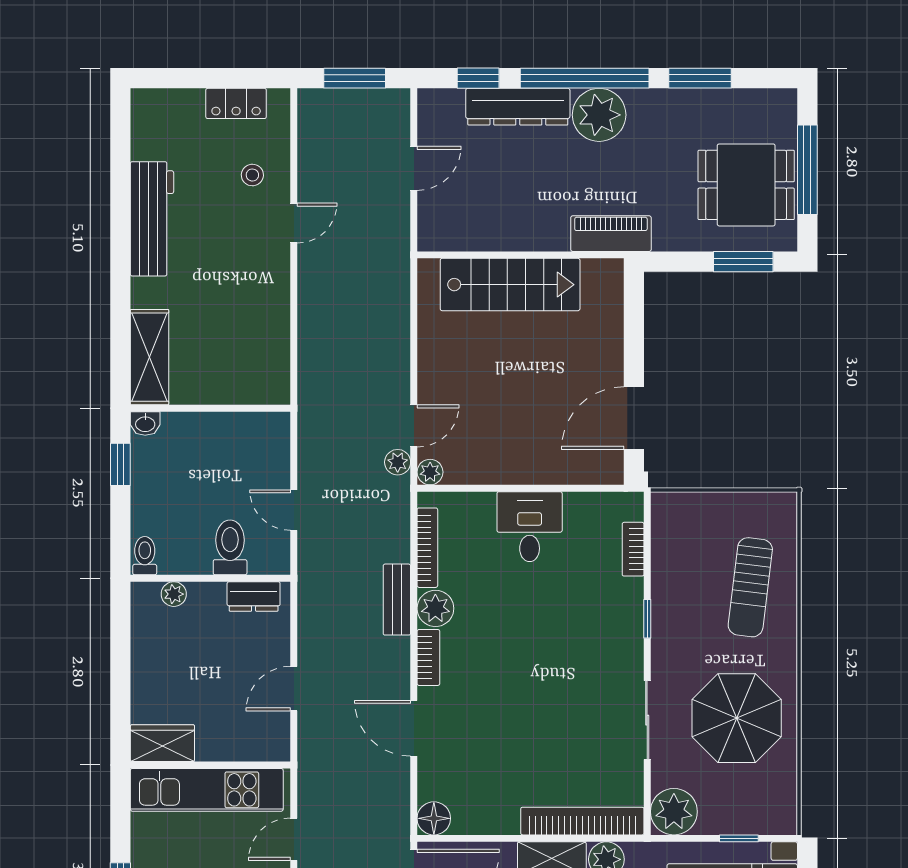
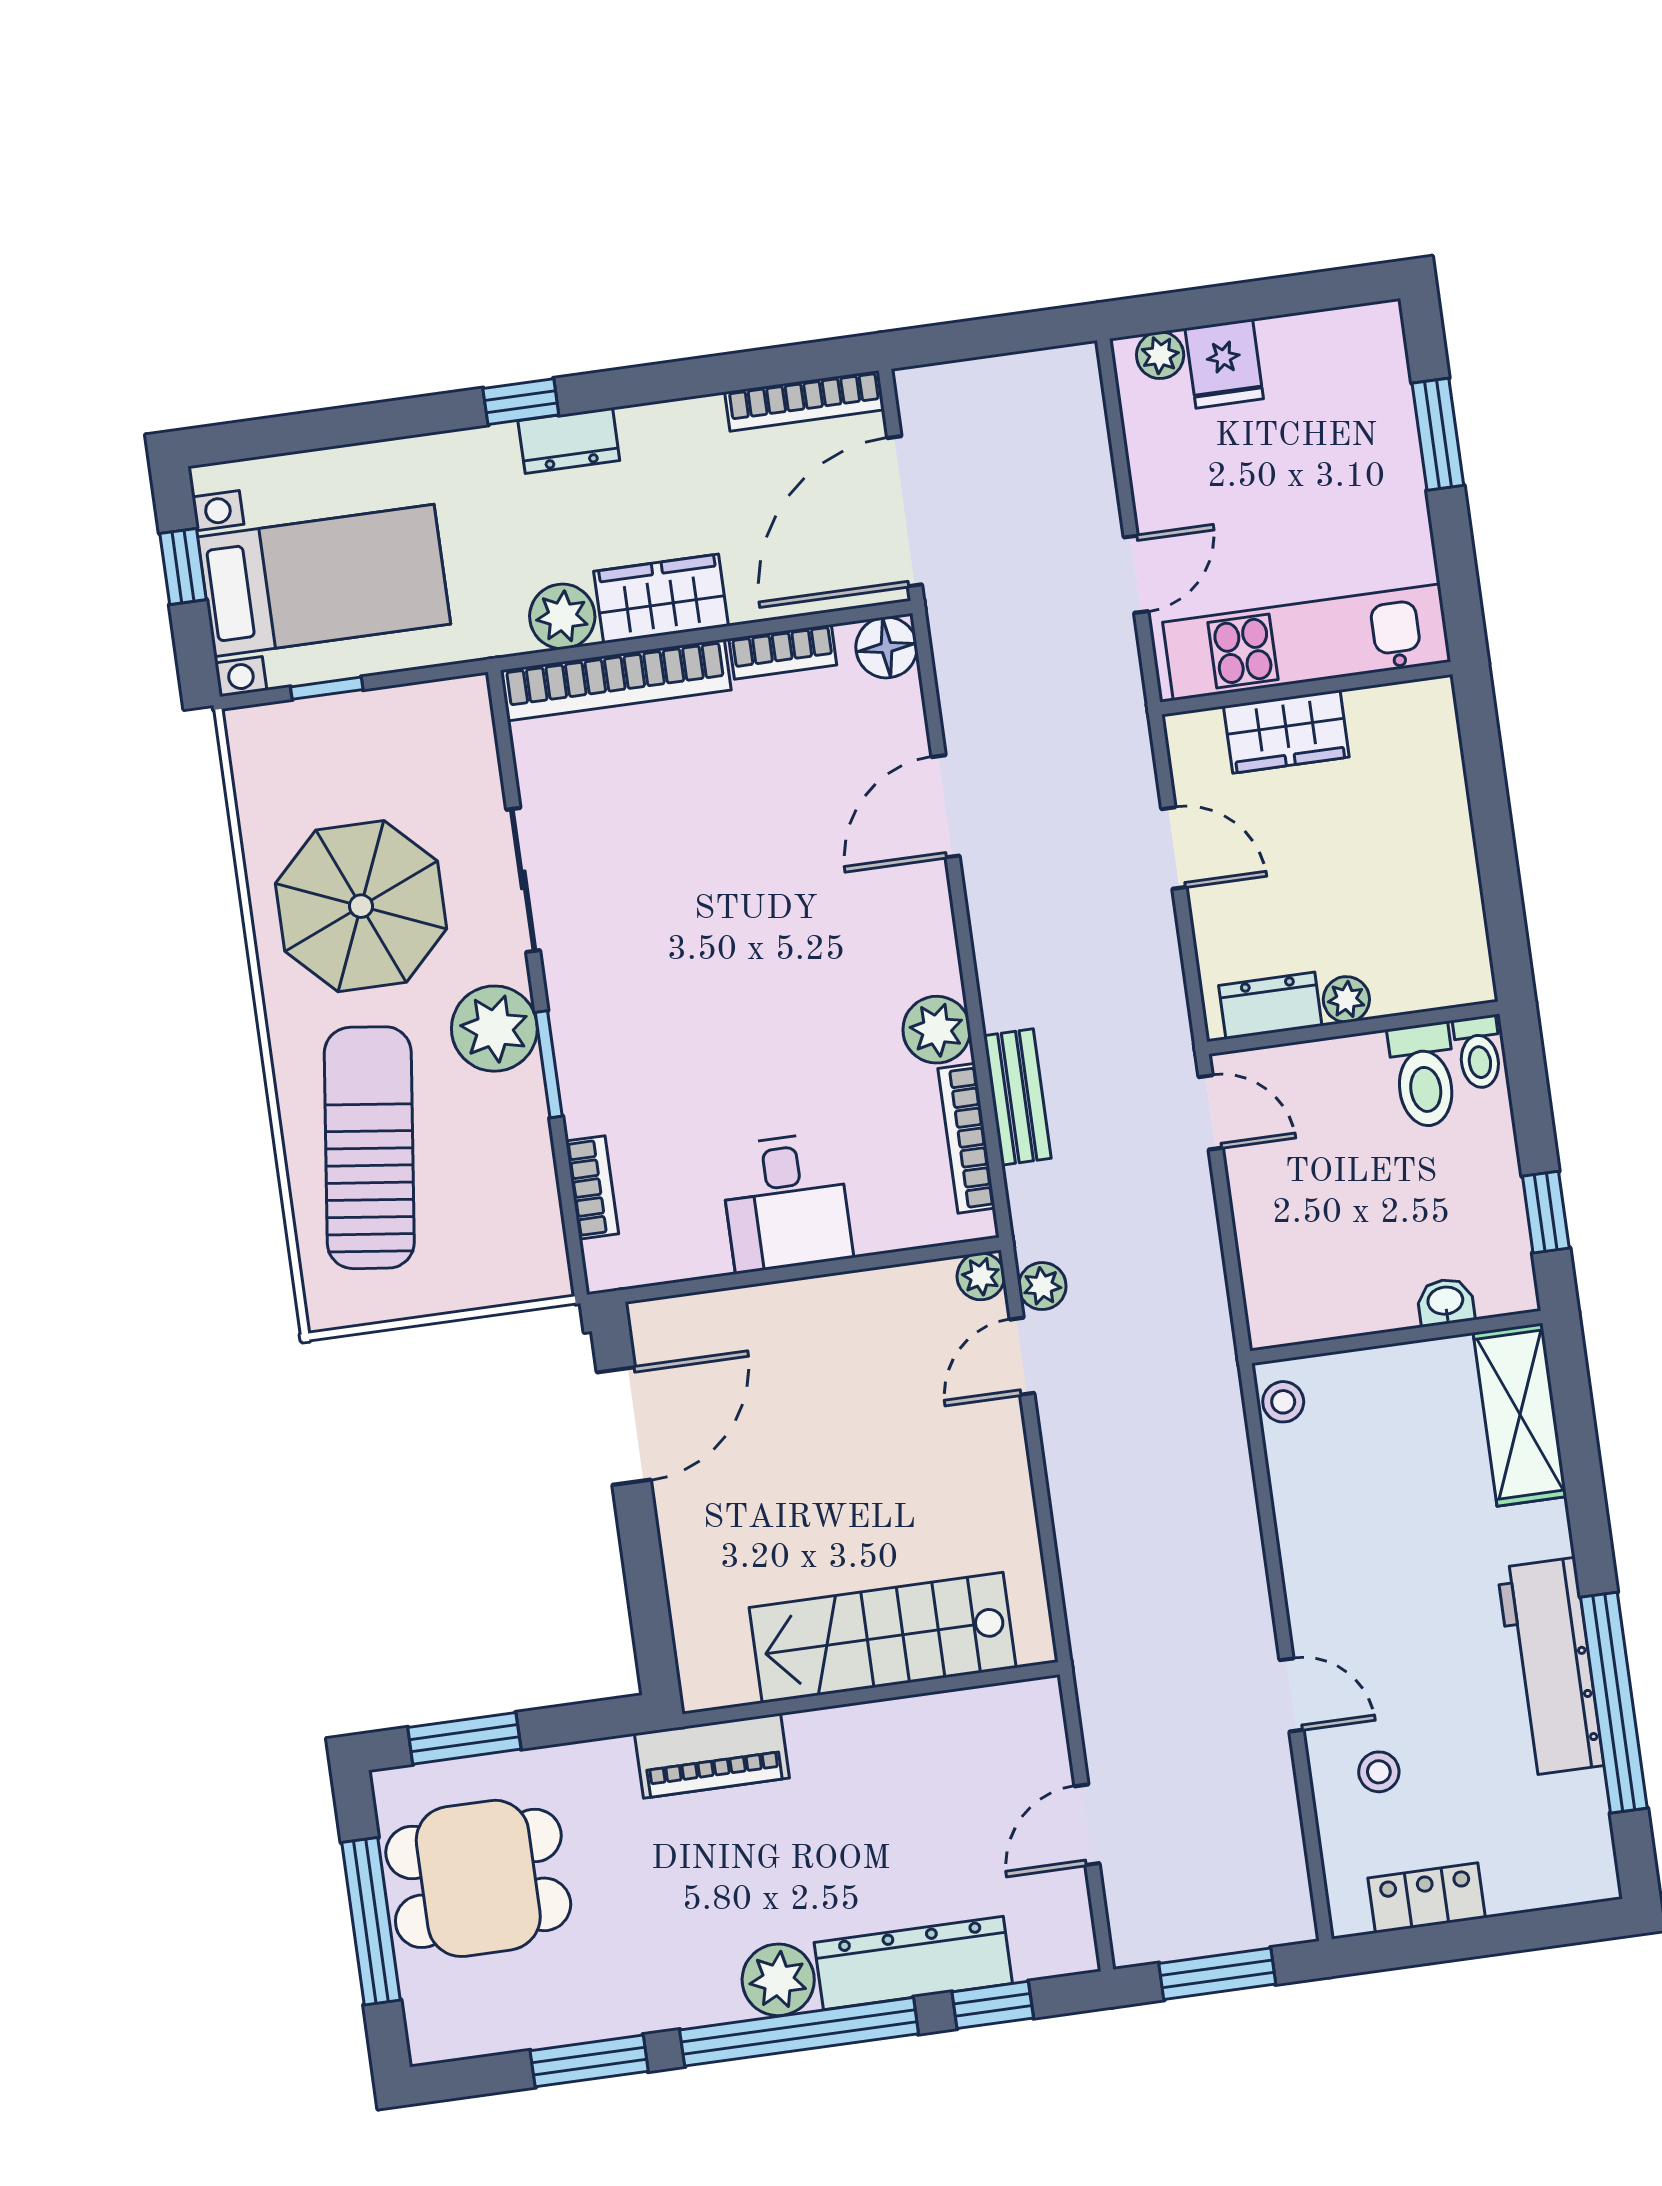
plant: (599, 115) -> (778, 1980), width x0.73, depth x0.73
window: (120, 195) -> (1614, 1703), added
door: (294, 223) -> (1291, 1695), swing flipped
stool: (276, 382) -> (1283, 1402), added
washbasin: (145, 424) -> (1445, 1302), moved
door: (294, 510) -> (1211, 1112), moved
toilet: (230, 547) -> (1424, 1075), moved
sun lounger: (750, 587) -> (369, 1148), width x1.36, depth x1.34
plant: (174, 594) -> (1346, 999), moved
bench: (397, 600) -> (1017, 1097), moved
window: (647, 619) -> (549, 1064), width x1.50
bookcase: (428, 657) -> (783, 652), moved, turned -90
door: (294, 689) -> (1174, 848), hinge flipped
door: (414, 728) -> (946, 806), swing flipped
wardrobe: (162, 743) -> (1286, 732), moved
plant: (674, 812) -> (494, 1029), moved

